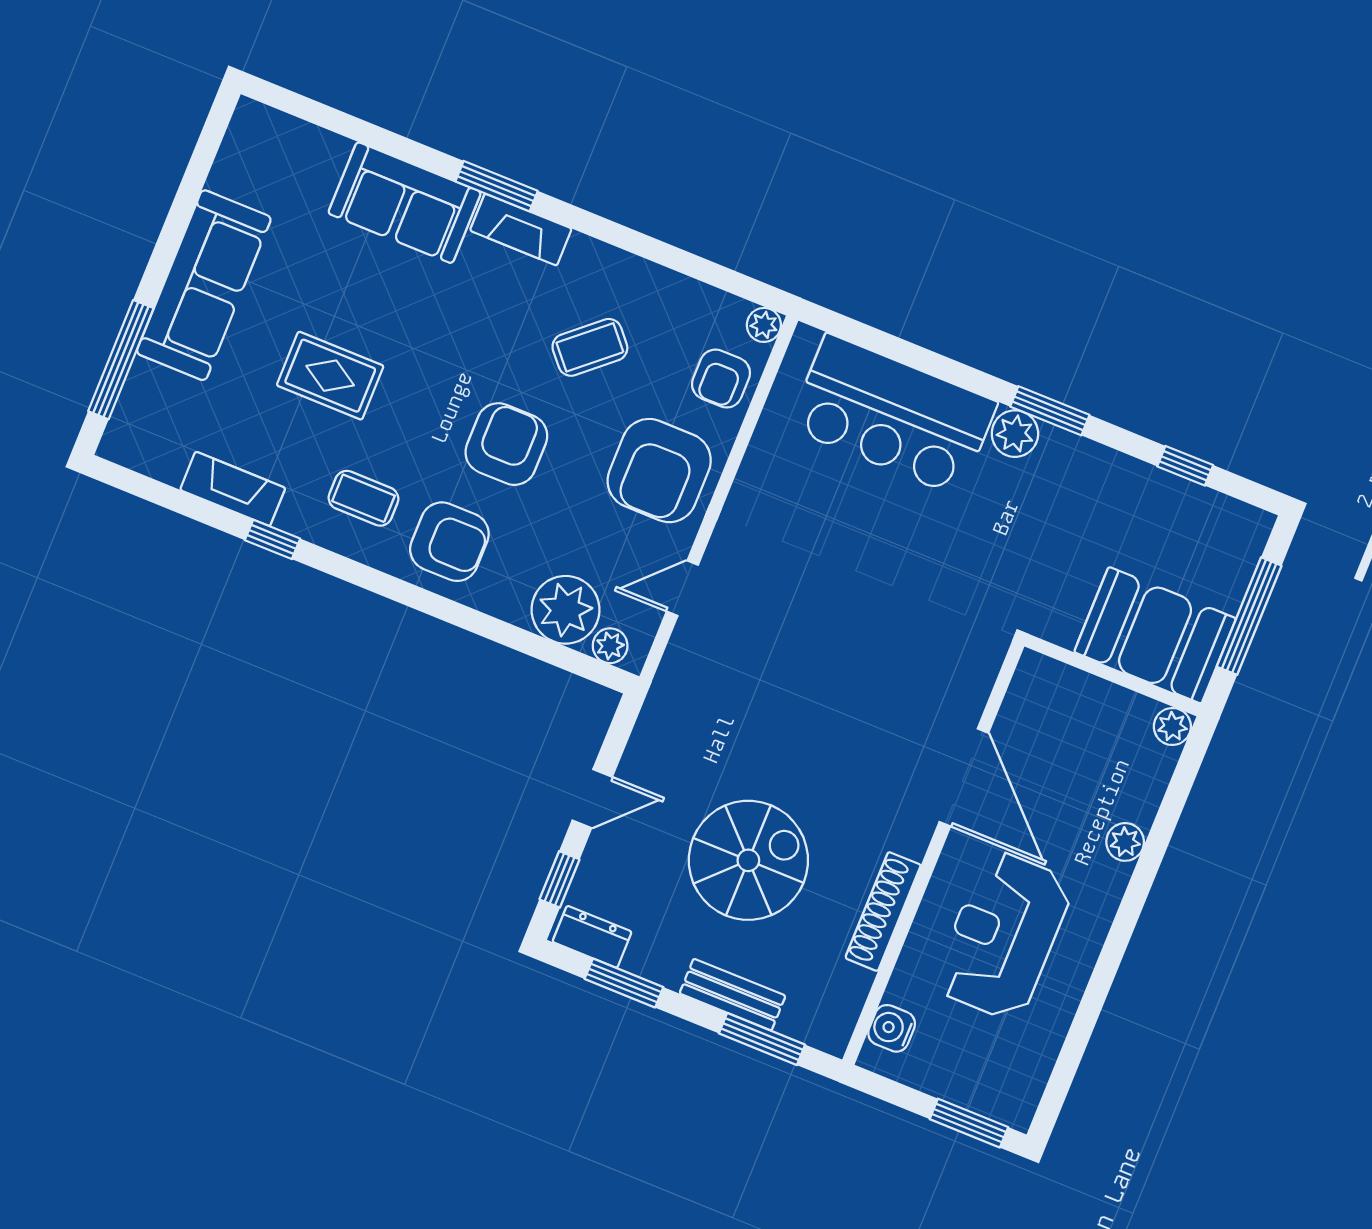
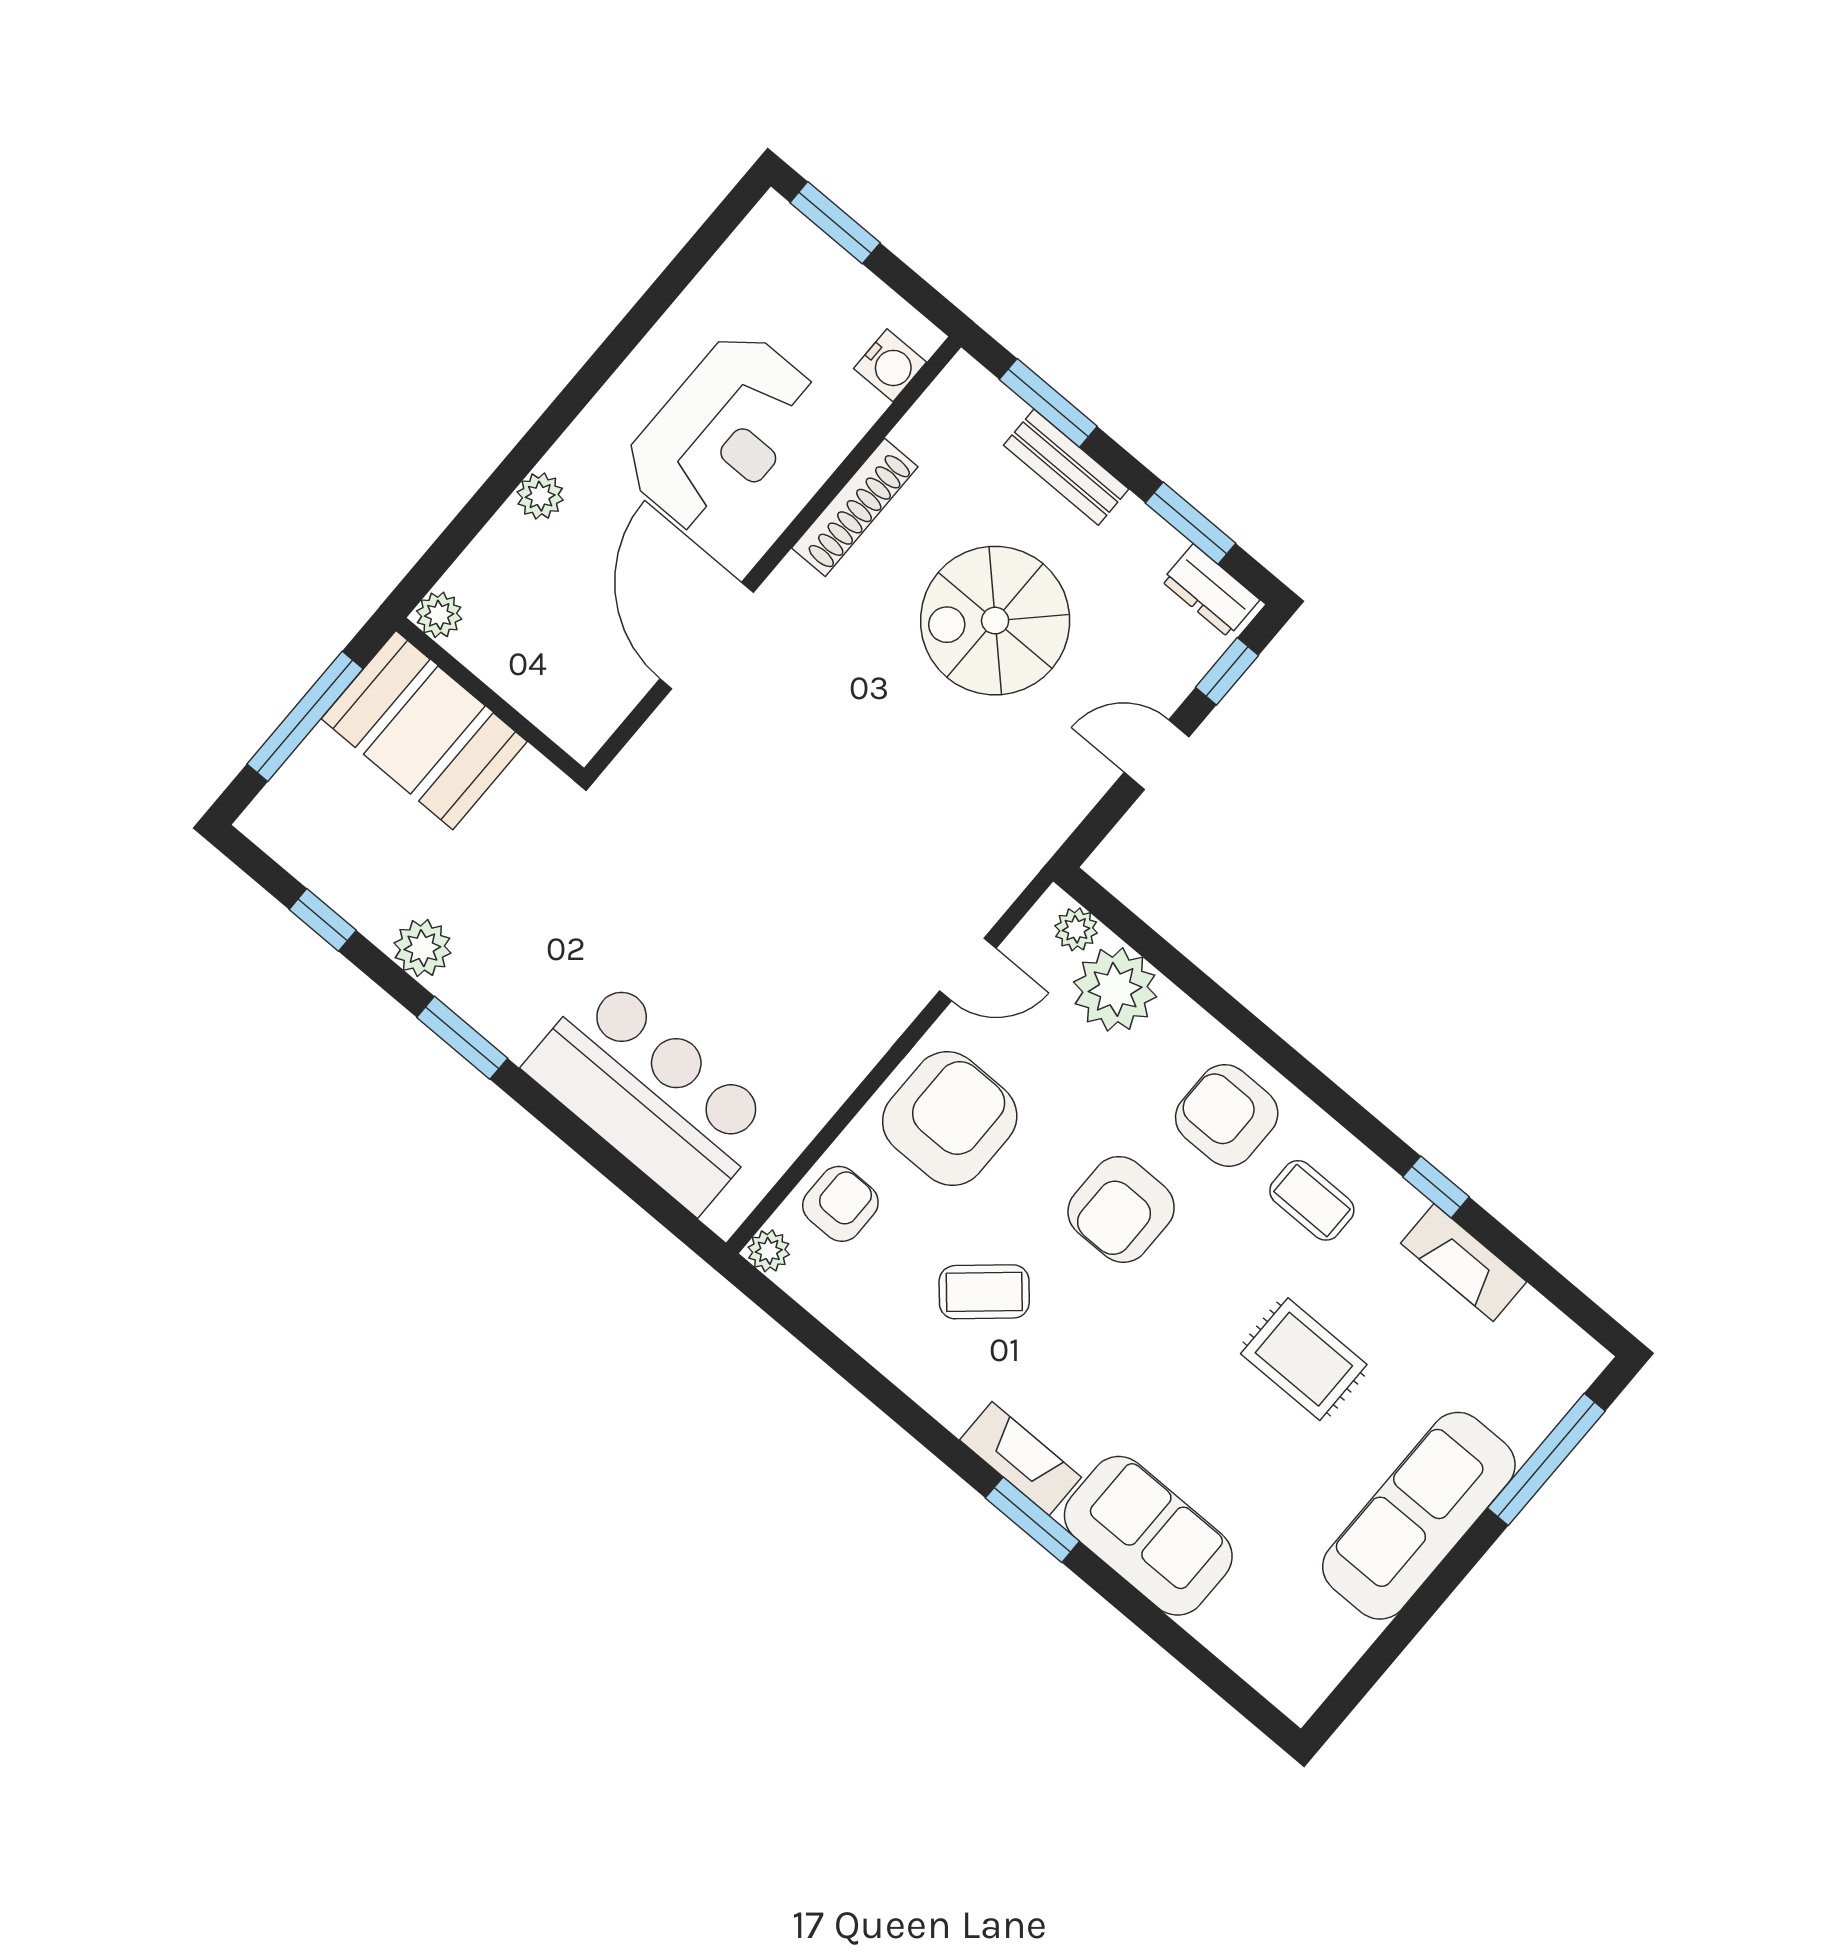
plant: (1015, 434) -> (422, 948), moved

